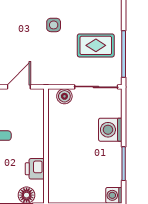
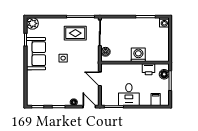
rug: (96, 45) -> (75, 33), turned 90
washing machine: (110, 130) -> (138, 55), moved, turned 180

